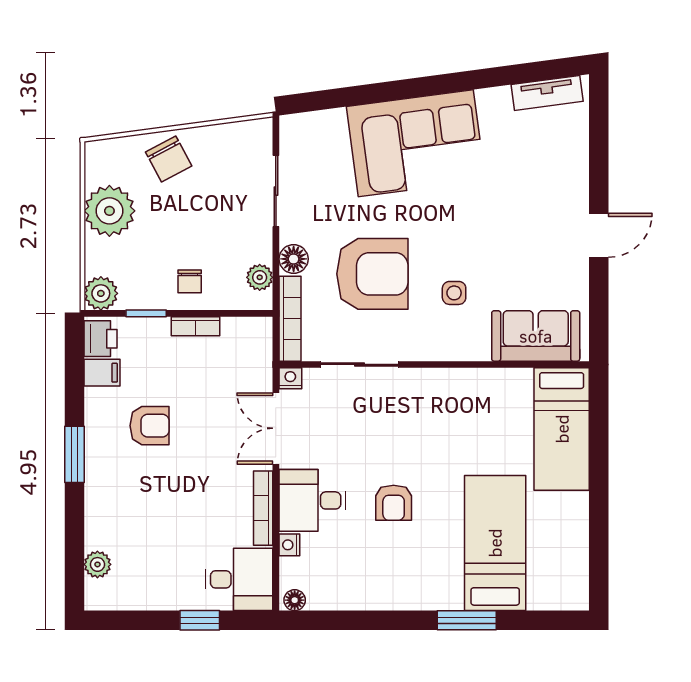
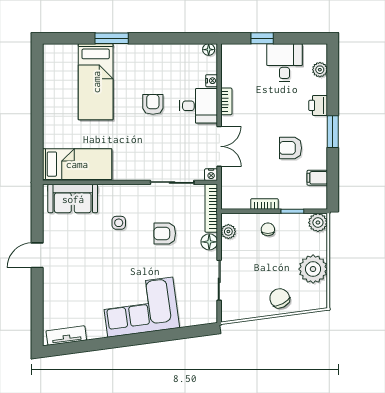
armchair: (372, 274) -> (165, 233), width x0.53, depth x0.53
printer: (100, 339) -> (318, 105), moved
bed: (562, 429) -> (77, 164), moved, turned 90
bookcase: (263, 508) -> (226, 101), width x0.64
desk: (239, 579) -> (284, 63), moved, turned 90

